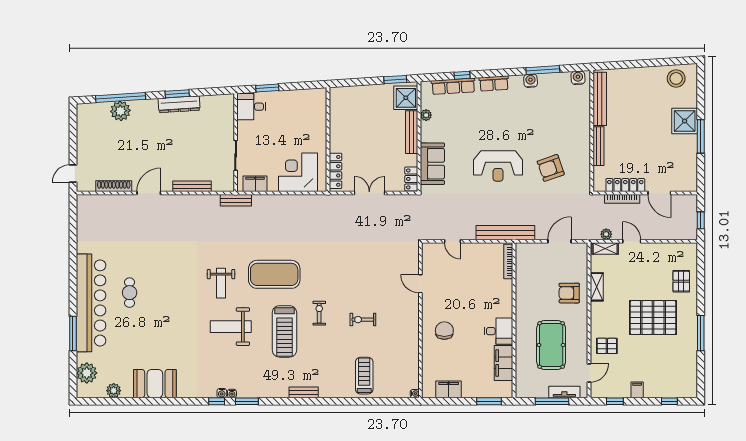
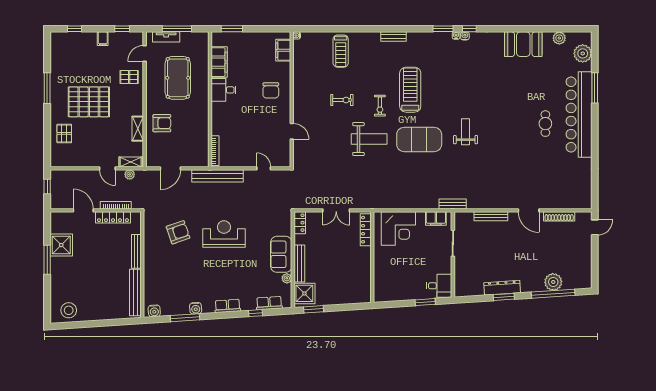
row of seats: (453, 86) -> (269, 303), width x0.68
shower: (685, 121) -> (61, 245), moved
sofa: (432, 164) -> (281, 254), moved
door: (149, 193) -> (529, 210), hinge flipped
weight bench: (231, 327) -> (369, 139), moved
filing cabinet: (449, 389) -> (283, 50), moved, turned 90

